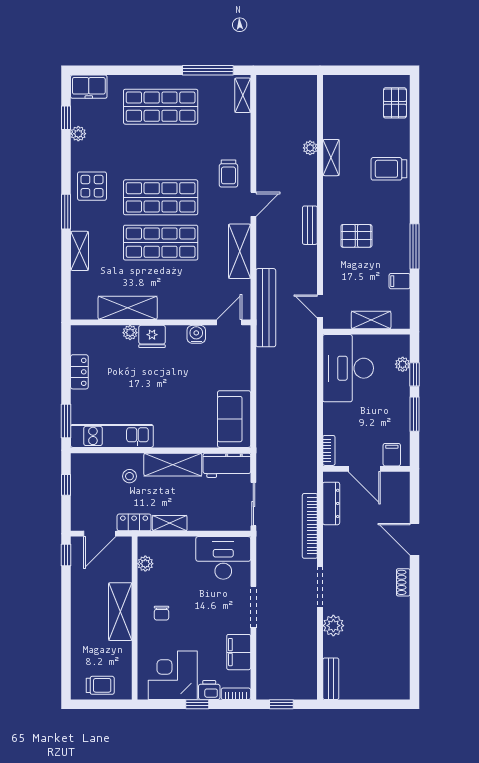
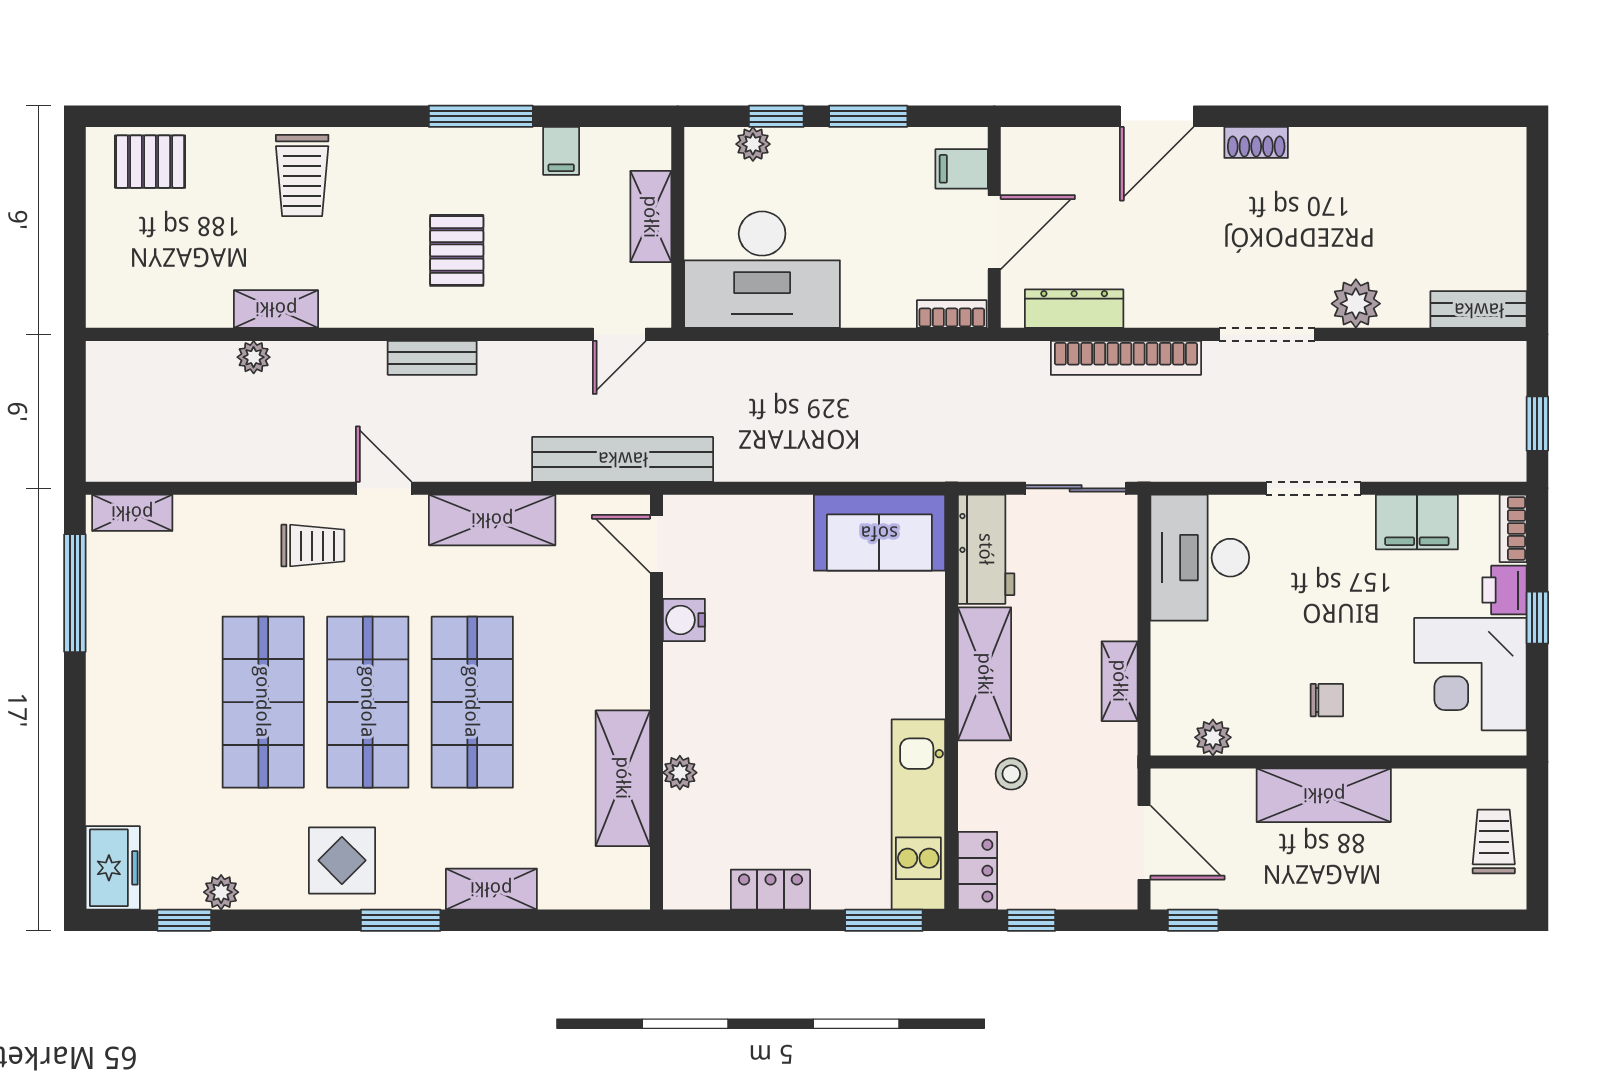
shop shelf: (161, 107) -> (263, 702), moved
fridge: (152, 336) -> (689, 722), removed
locker: (134, 522) -> (978, 871), moved, turned 180

